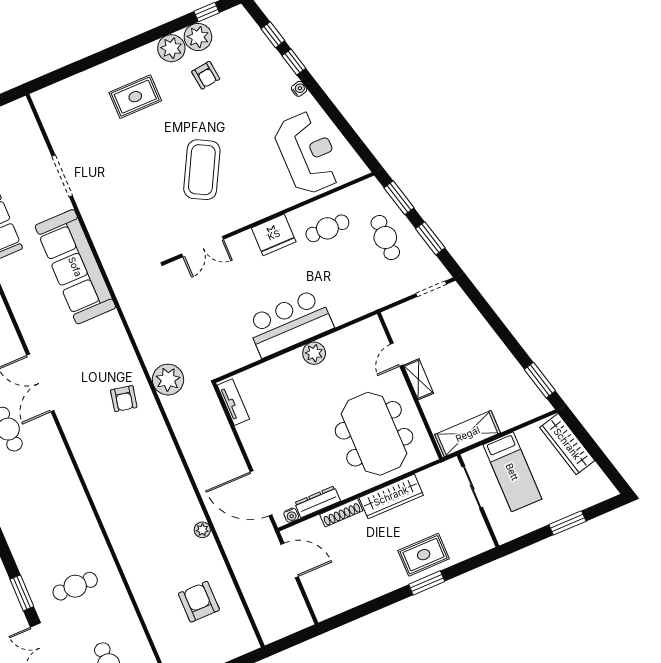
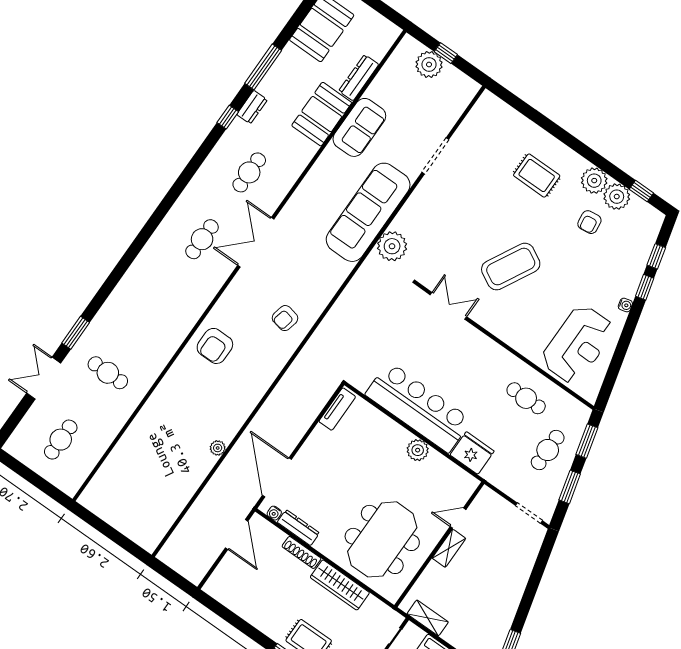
fridge: (274, 235) -> (472, 453), moved, turned 180
double door: (203, 247) -> (448, 306), swing flipped
bar counter: (290, 323) -> (418, 407), width x1.36
plant: (168, 380) -> (392, 246), moved
shelving: (468, 434) -> (428, 618), width x0.67, depth x0.75
armchair: (199, 602) -> (215, 346), moved, turned 180

